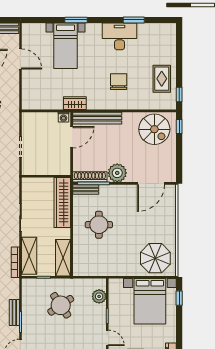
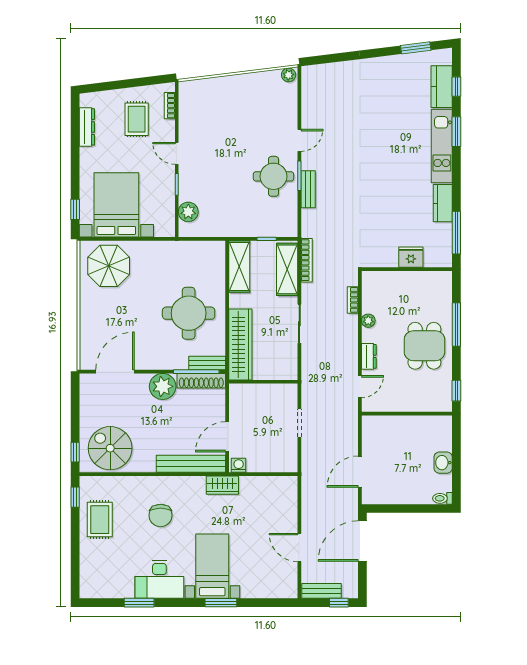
bed with nightstands: (66, 46) -> (212, 566), moved
round table: (99, 225) -> (189, 313), width x1.36, depth x1.36
round table: (61, 305) -> (273, 176), moved, turned 34

